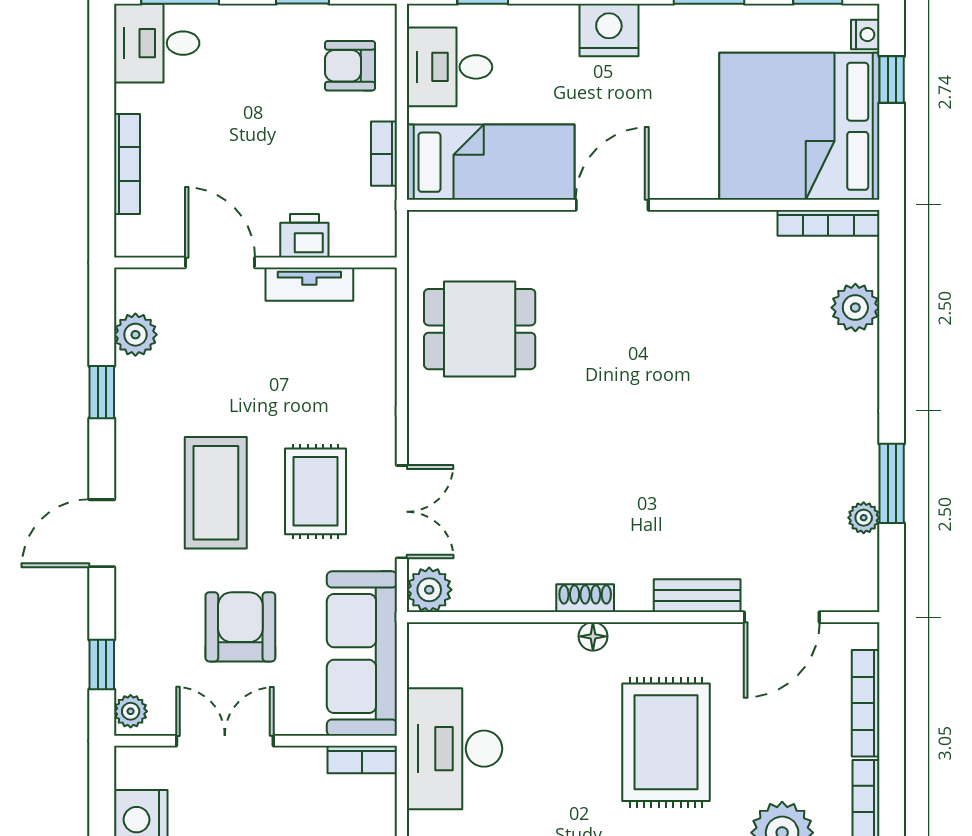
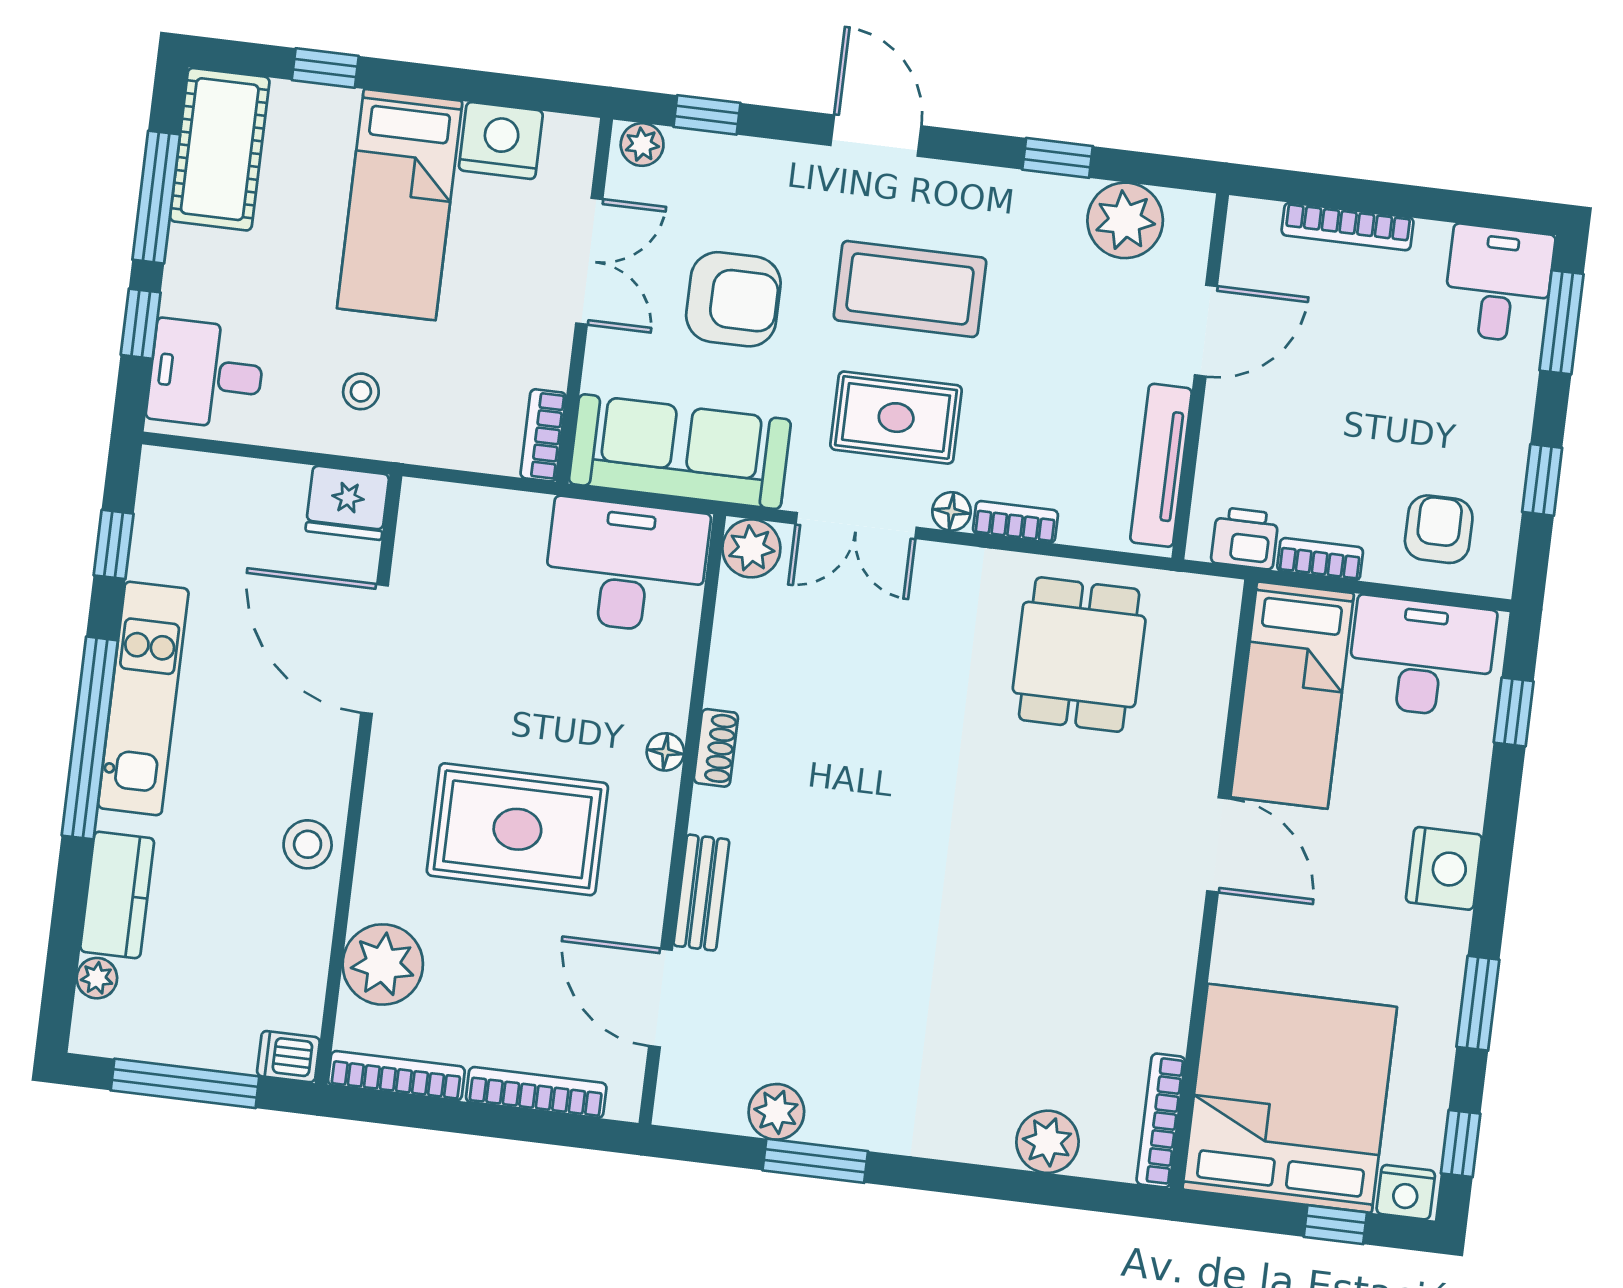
nightstand: (865, 35) -> (1406, 1192), width x1.39, depth x1.35
desk: (449, 67) -> (1421, 657), width x1.37
printer: (304, 236) -> (1245, 538), moved, turned -90
tv unit: (309, 284) -> (1161, 465), width x1.41
plant: (135, 335) -> (1125, 220), width x1.36, depth x1.36
bookcase: (384, 390) -> (1015, 522), added
floor lamp: (382, 440) -> (951, 511), added
plant: (864, 518) -> (776, 1112), width x1.38, depth x1.38
desk: (454, 749) -> (626, 566), moved

